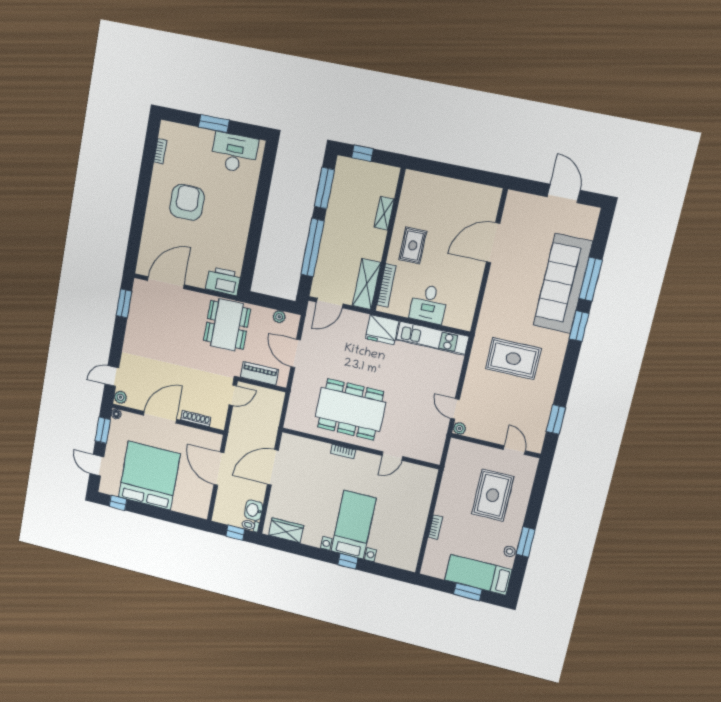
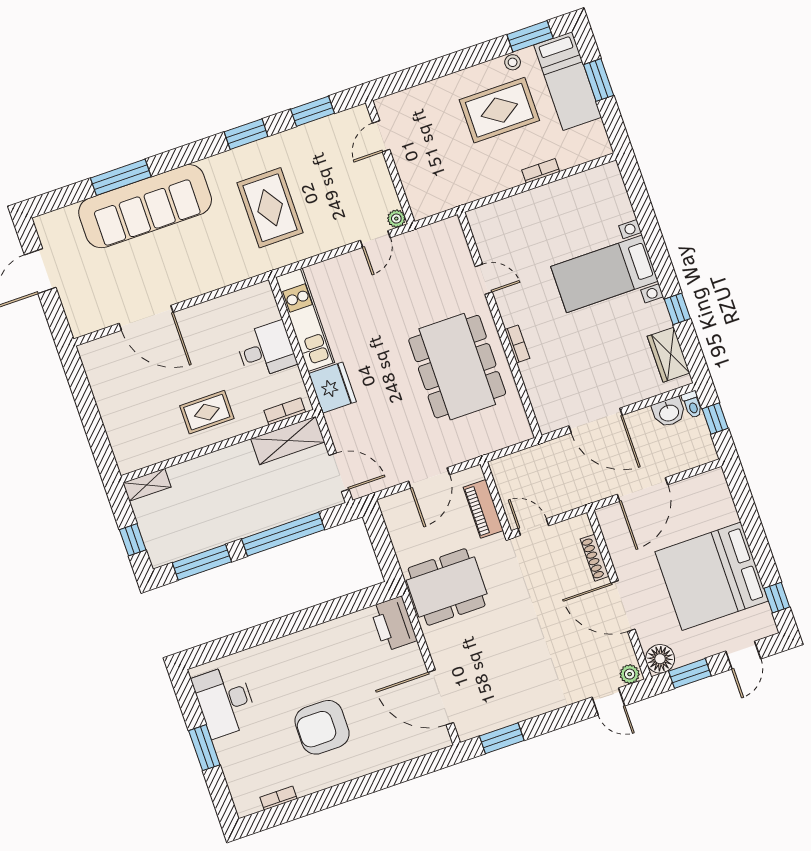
shelving: (384, 213) -> (147, 485), moved
bookcase: (387, 285) -> (285, 411), width x0.64
plant: (279, 317) -> (395, 526), removed
window: (579, 326) -> (246, 134), moved
floor lamp: (116, 414) -> (660, 659), width x1.89, depth x1.89
rug: (493, 495) -> (499, 110), moved
window: (526, 542) -> (530, 36), moved
window: (348, 561) -> (677, 309), moved

